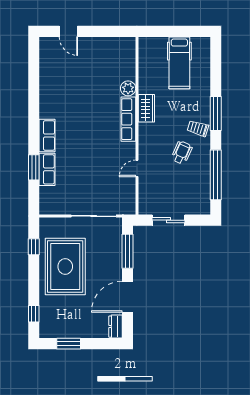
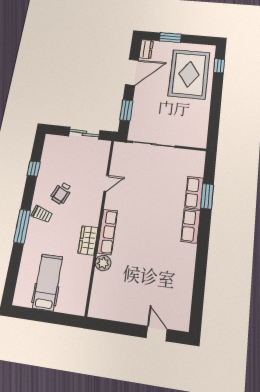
window: (216, 175) -> (34, 169), width x0.32
window: (34, 247) -> (214, 123), removed
window: (127, 251) -> (126, 110), width x0.69
rug: (65, 267) -> (189, 74), moved
window: (69, 344) -> (170, 38), moved

